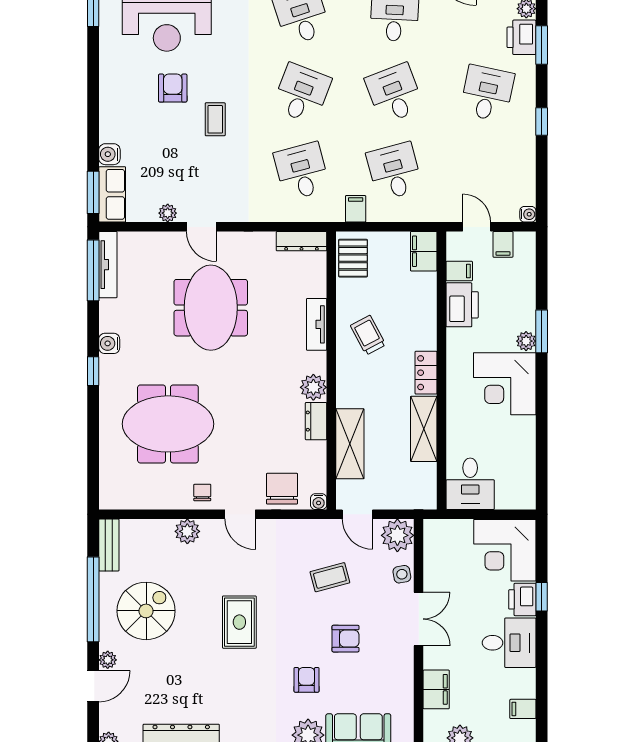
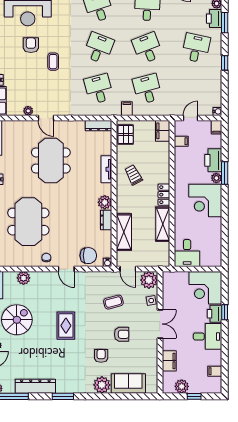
door: (477, 227) -> (190, 118), hinge flipped
filing cabinet: (503, 244) -> (216, 127), moved
printer: (462, 305) -> (213, 160), moved, turned 180
meeting table: (168, 424) -> (28, 222), turned 90
chair: (282, 489) -> (88, 256), turned 90
plant: (187, 531) -> (23, 278), moved

